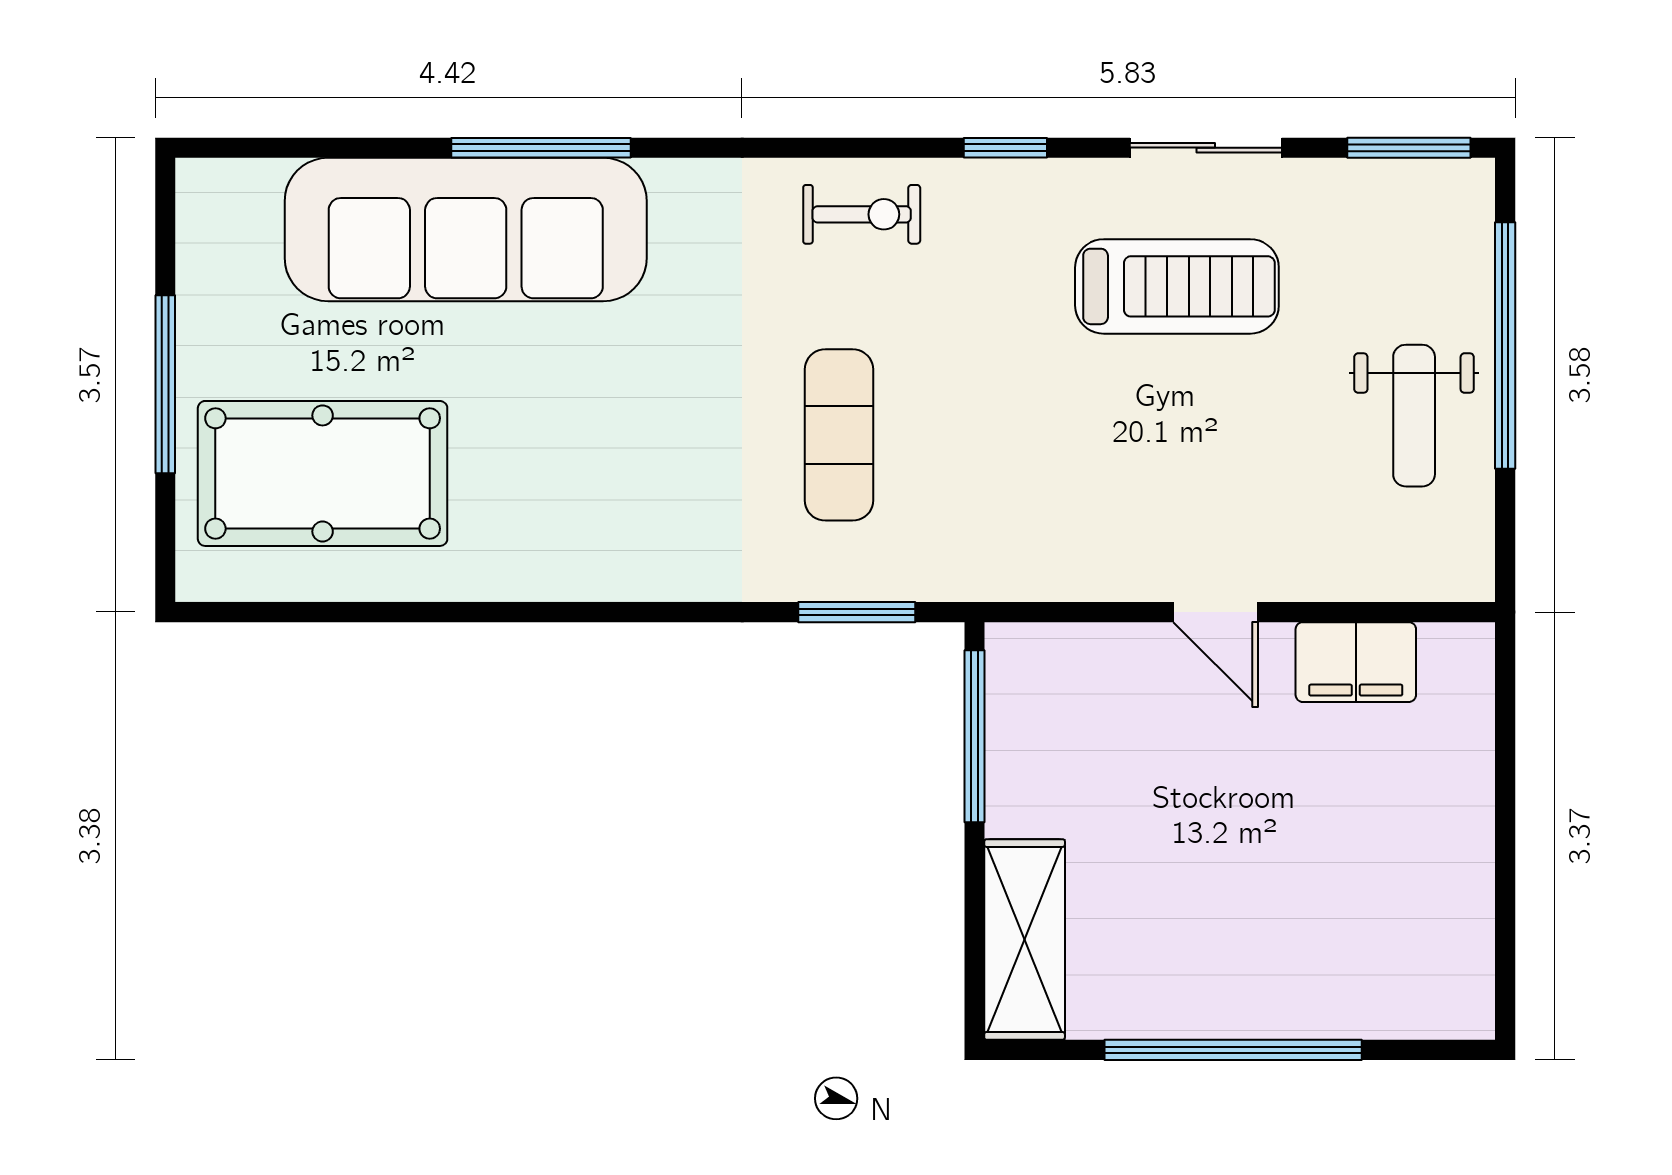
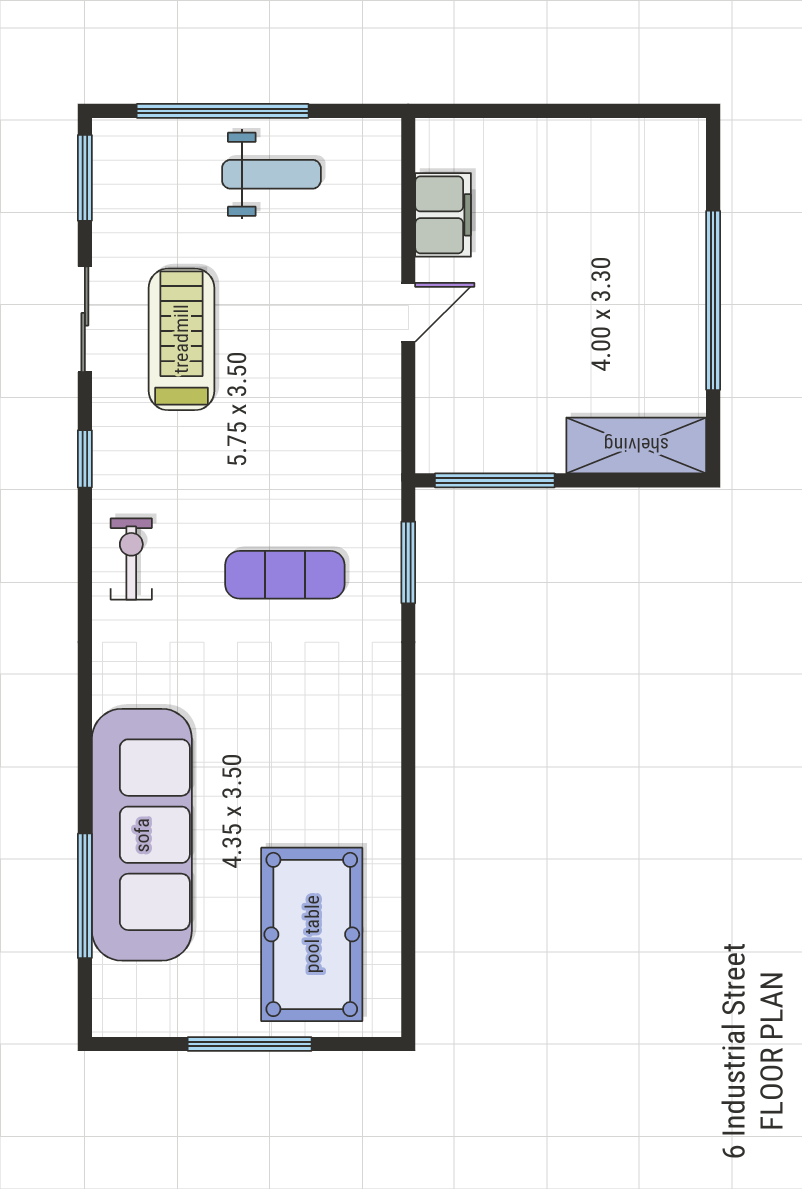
window: (541, 148) -> (85, 896), moved

